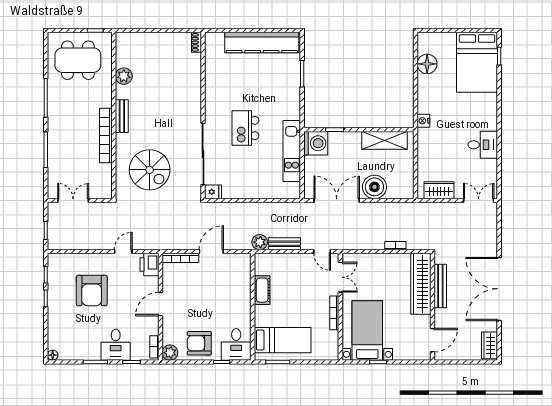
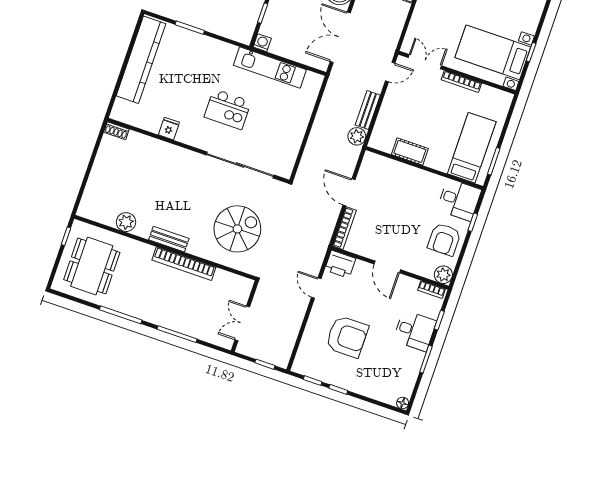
washing machine: (316, 143) -> (262, 43), width x0.53, depth x0.53
fridge: (213, 192) -> (169, 129), moved

